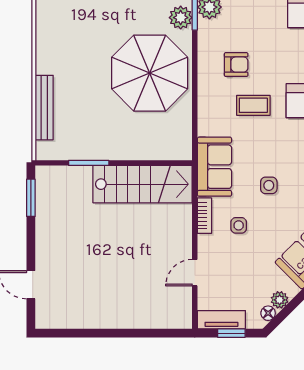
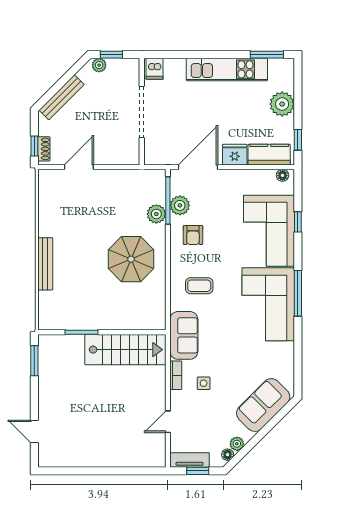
armchair: (236, 65) -> (193, 235), moved, turned 90
parasol: (150, 73) -> (131, 259), width x0.73, depth x0.73
coffee table: (253, 105) -> (199, 286), moved
bench: (44, 108) -> (45, 264), moved
side table: (269, 185) -> (228, 351), removed

